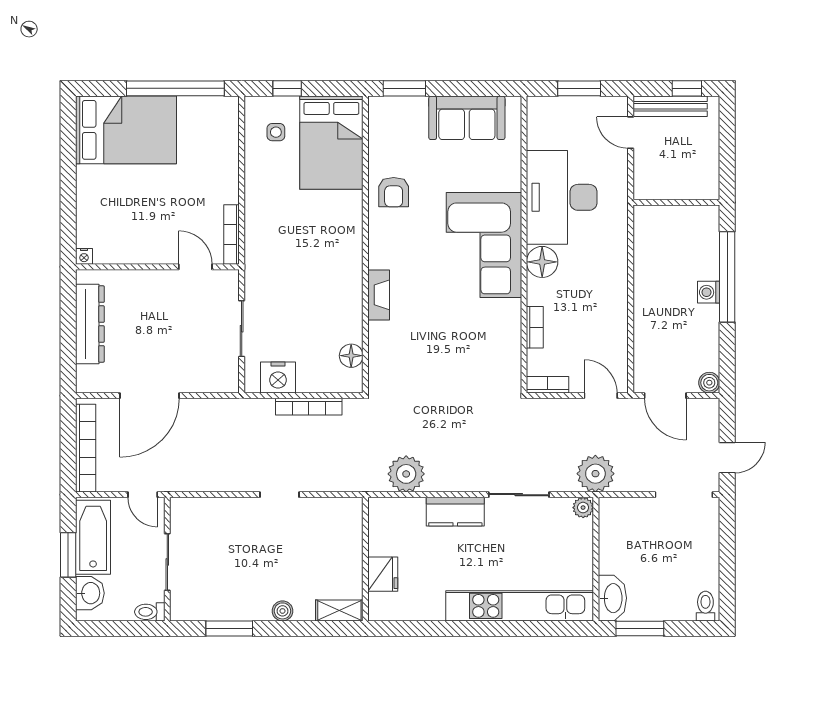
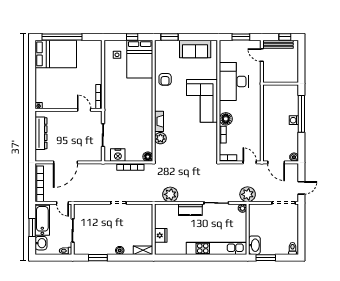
window: (175, 88) -> (62, 37), moved
window: (287, 88) -> (132, 37), moved
floor lamp: (542, 262) -> (226, 119), moved
plant: (382, 336) -> (160, 138), added
floor lamp: (351, 356) -> (148, 157), moved

